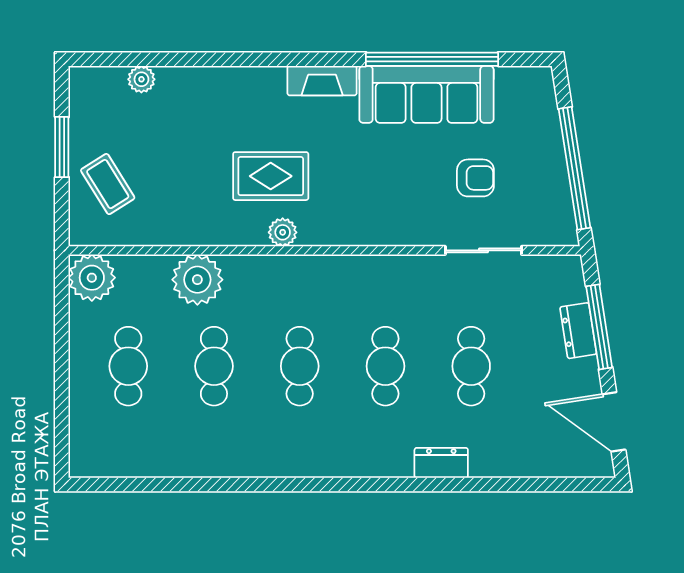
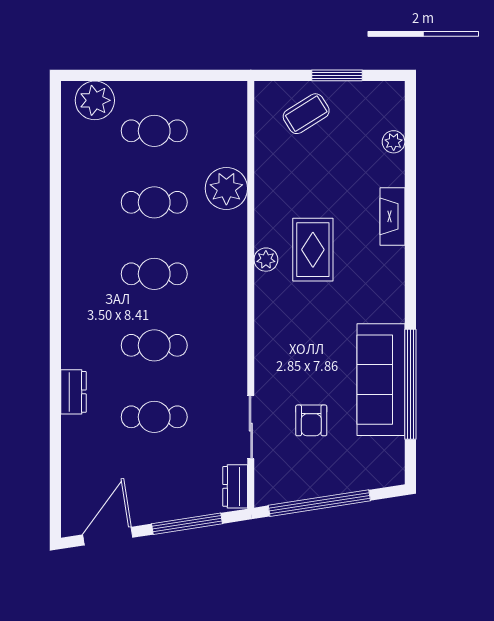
fireplace: (322, 81) -> (392, 216), moved
plant: (92, 278) -> (95, 100), moved
dresser: (578, 331) -> (235, 486), moved, turned -81

